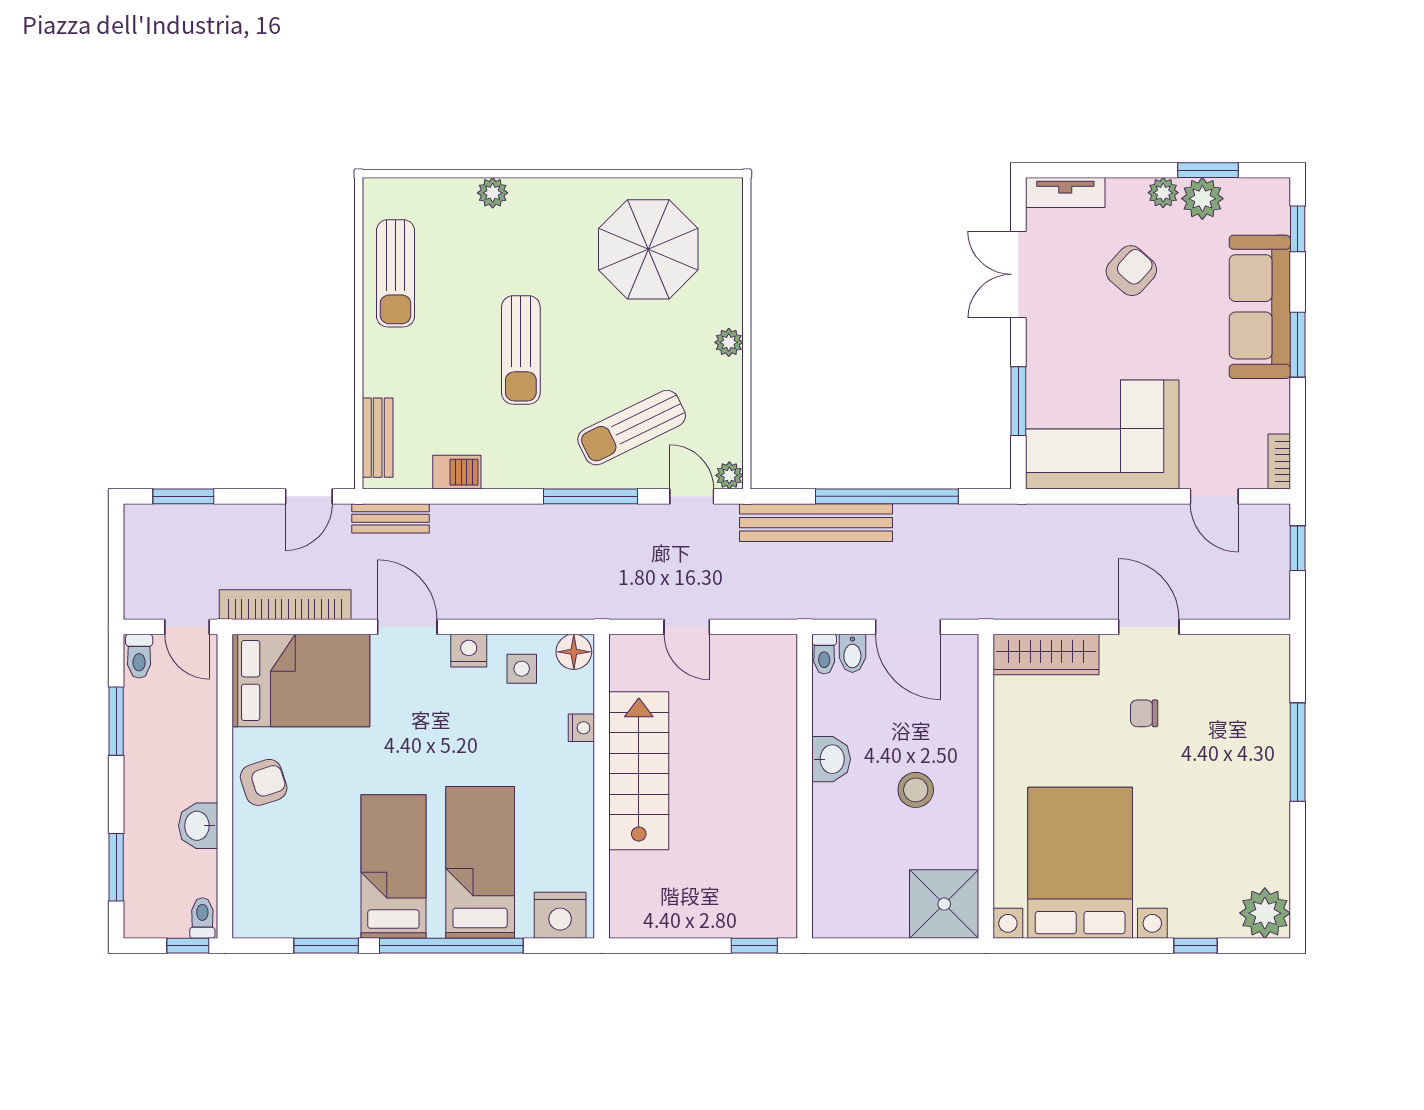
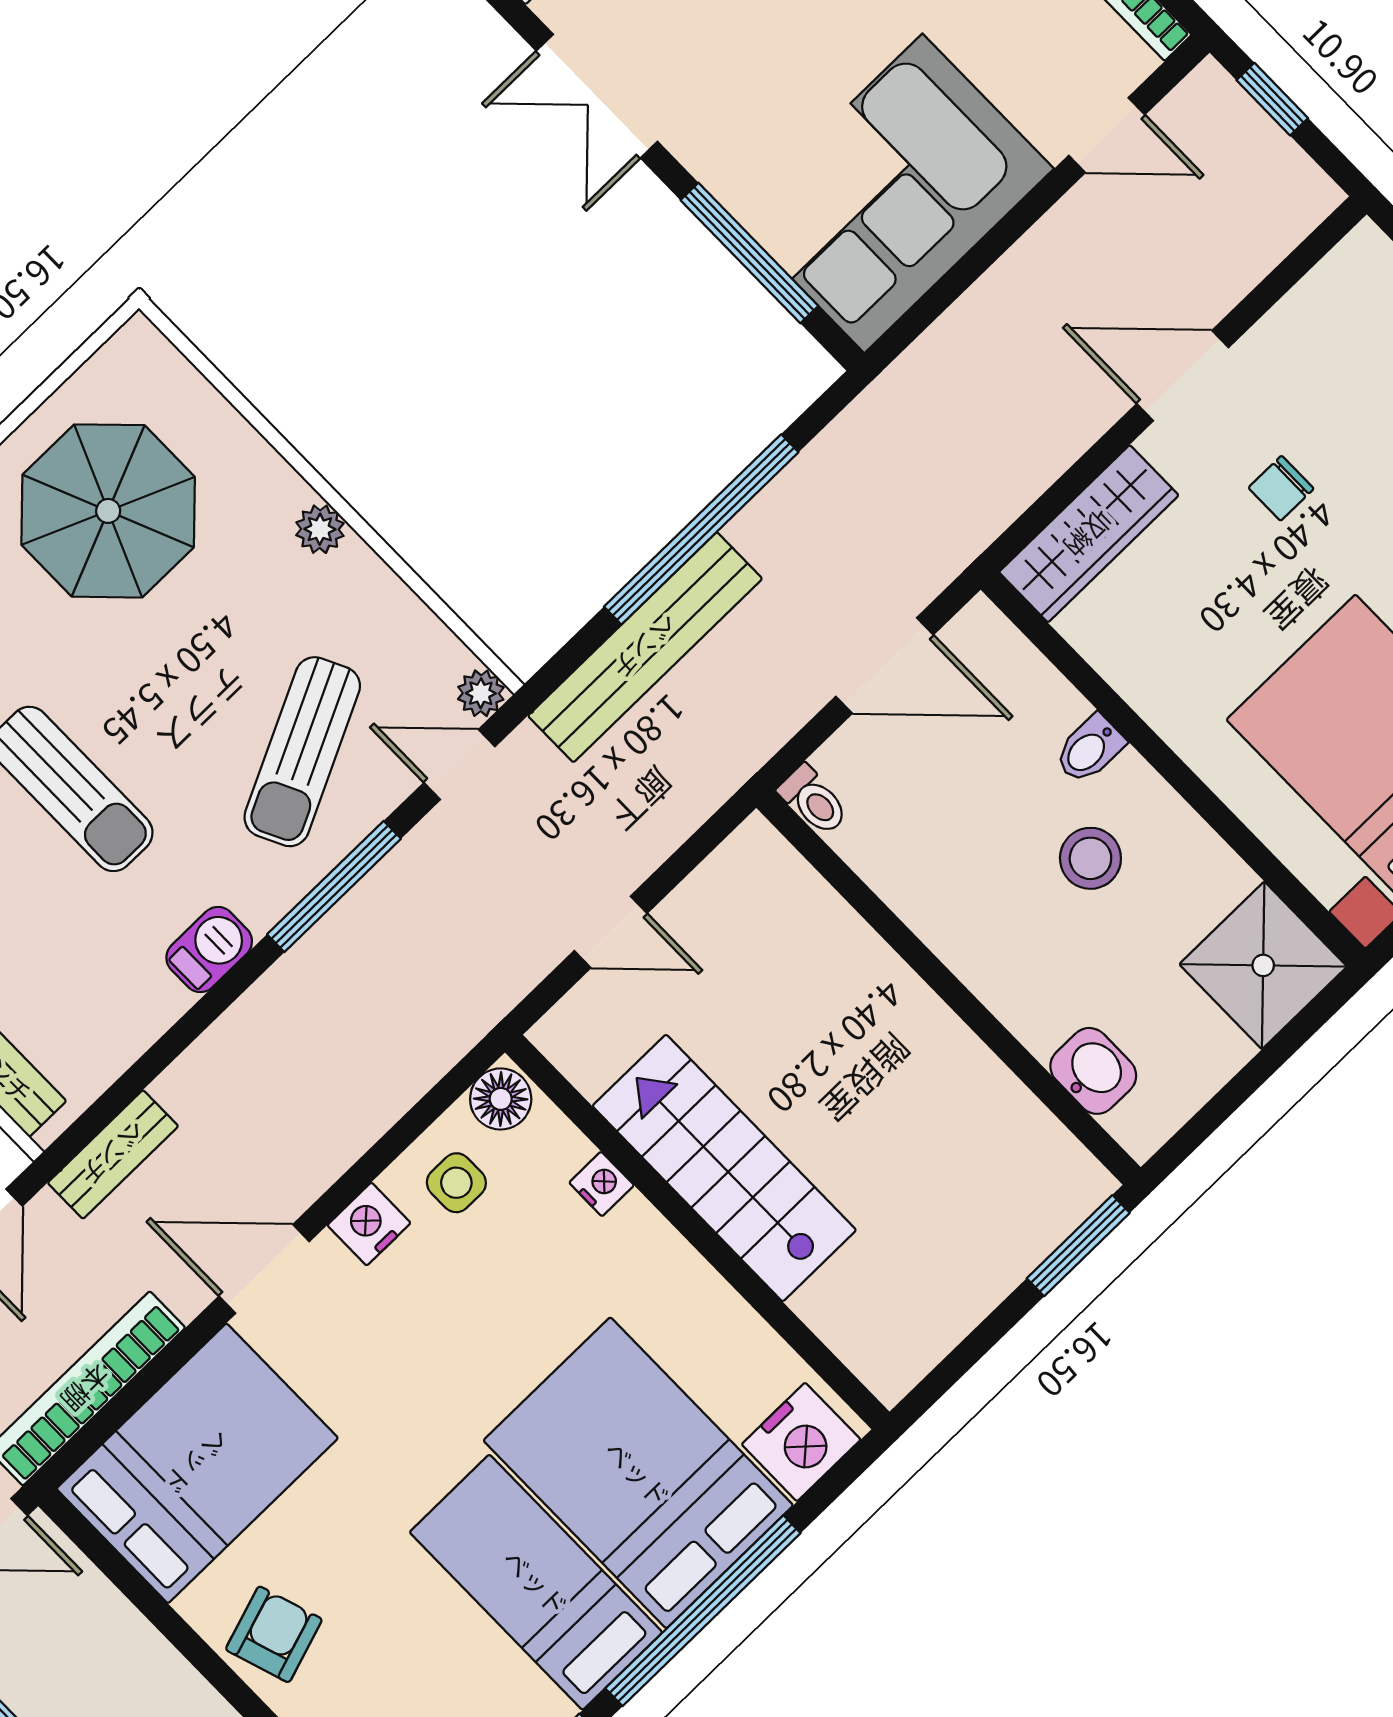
window: (1018, 401) -> (749, 253), width x1.44
barbecue: (457, 472) -> (209, 950), moved
bidet: (852, 653) -> (1089, 749), moved, turned 90
washbasin: (831, 759) -> (1093, 1071), moved
bed: (480, 862) -> (638, 1473), width x1.50
window: (754, 946) -> (1078, 1246), width x1.50

